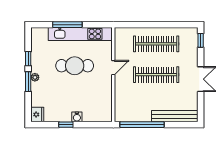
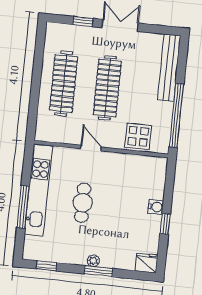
window: (201, 40) -> (83, 22), moved
window: (28, 59) -> (47, 266), moved
cafe table: (75, 66) -> (83, 203), width x0.73, depth x0.74
display table: (125, 100) -> (138, 136), added

